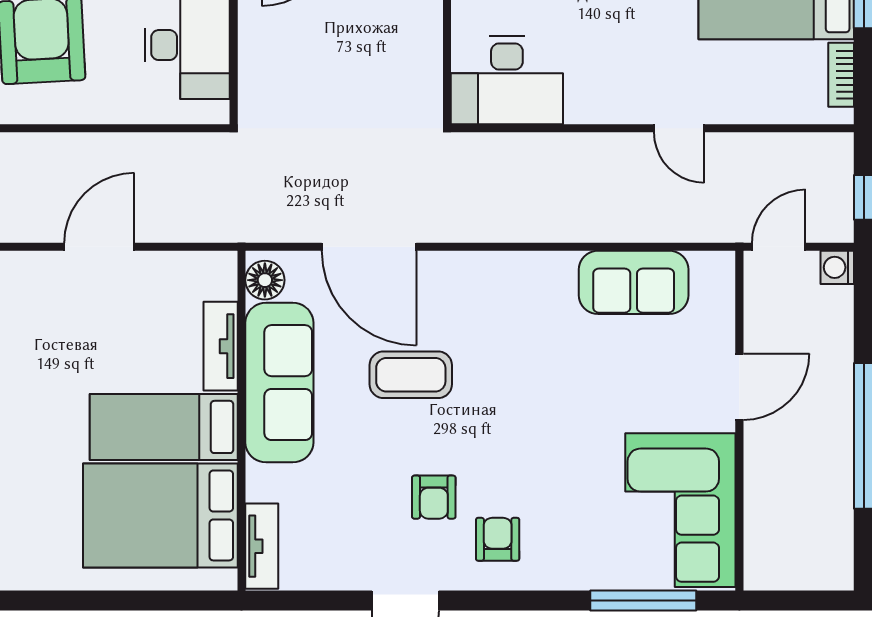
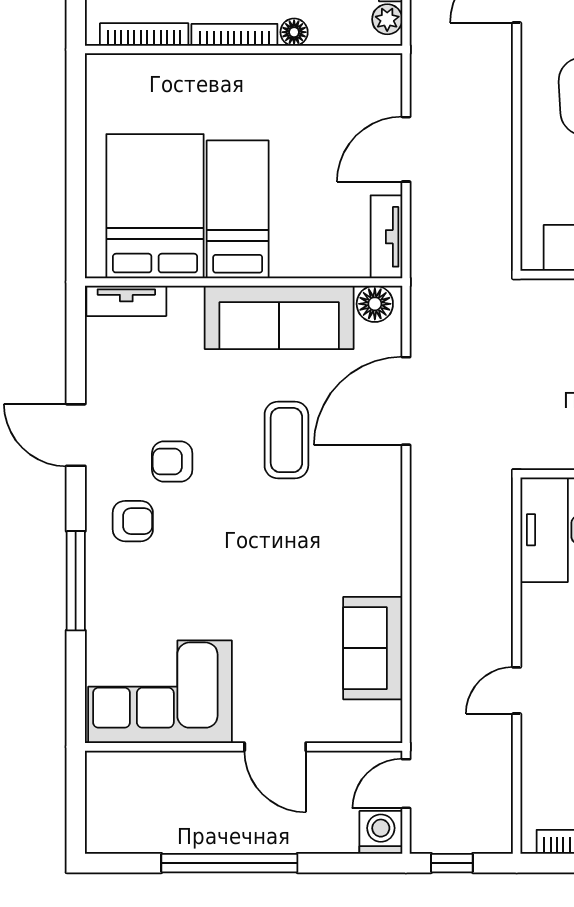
door: (99, 247) -> (406, 149), swing flipped
door: (779, 247) -> (406, 784), swing flipped
washing machine: (837, 267) -> (381, 832), width x1.38, depth x1.38
tv unit: (221, 346) -> (386, 237), moved, turned -90
window: (643, 600) -> (76, 581), moved

